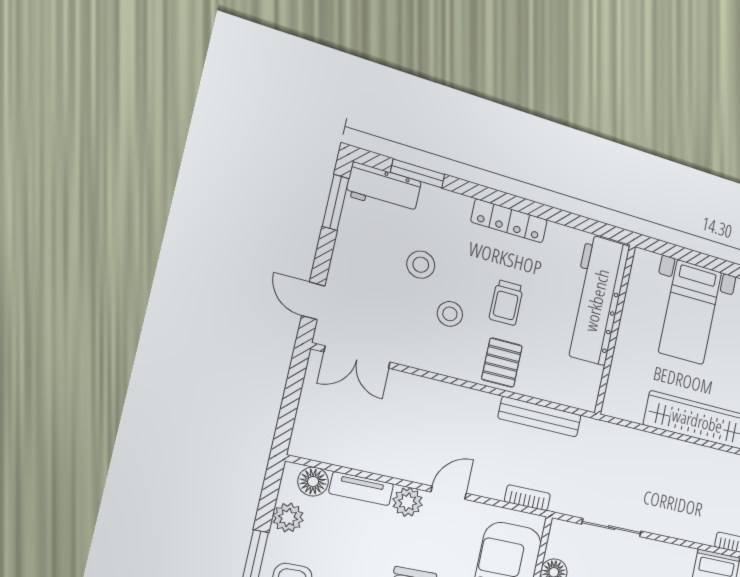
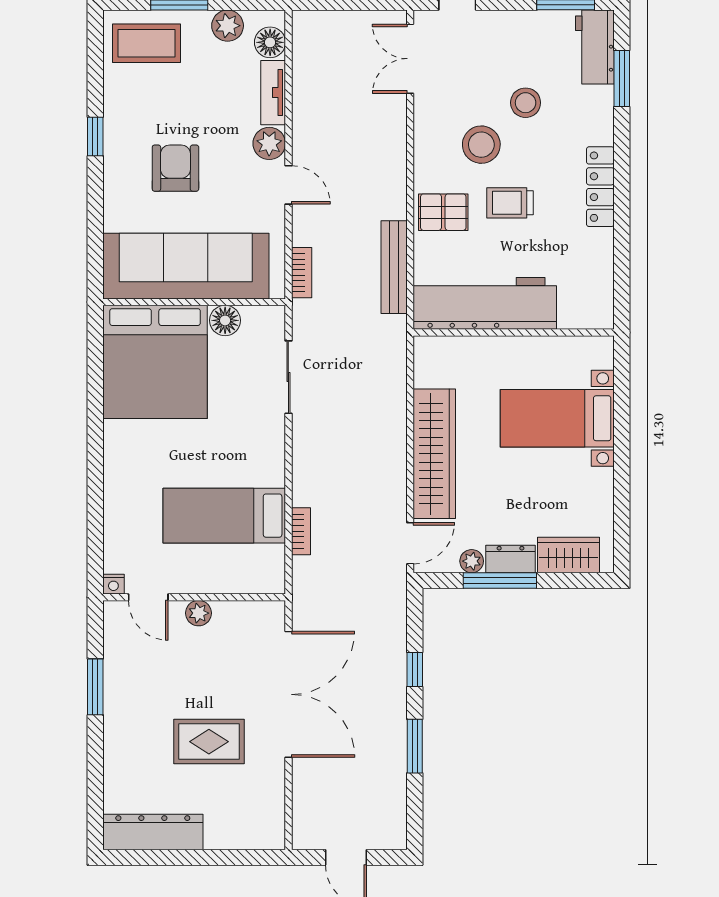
workbench: (596, 300) -> (485, 303), moved
stool: (450, 314) -> (481, 145), width x1.38, depth x1.38

